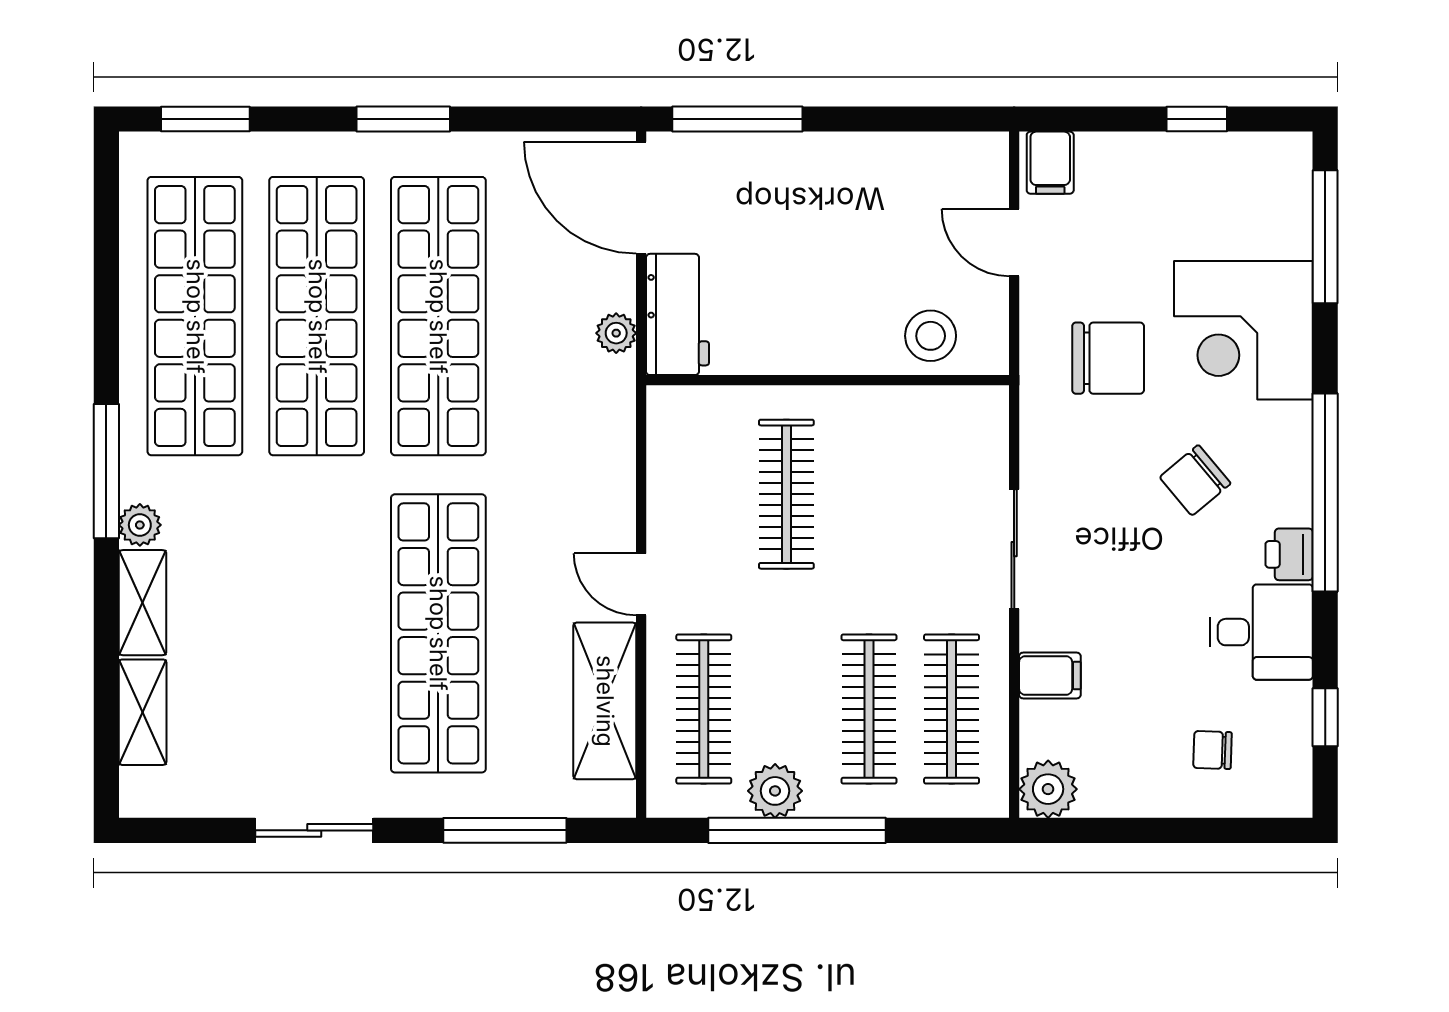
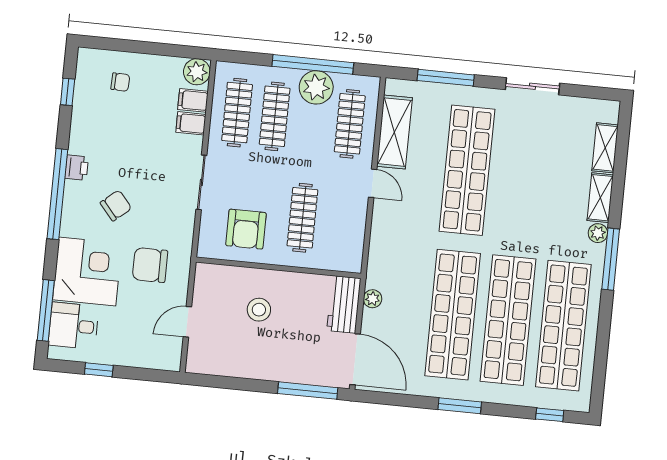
window: (205, 119) -> (550, 415), width x0.67
filing cabinet: (1050, 163) -> (193, 100), moved, turned -90
door: (1014, 243) -> (187, 322), swing flipped
stool: (931, 336) -> (259, 310), moved
armchair: (907, 457) -> (246, 229), added
desk: (1261, 632) -> (74, 326), moved
plant: (775, 791) -> (316, 87), width x1.36, depth x1.36

